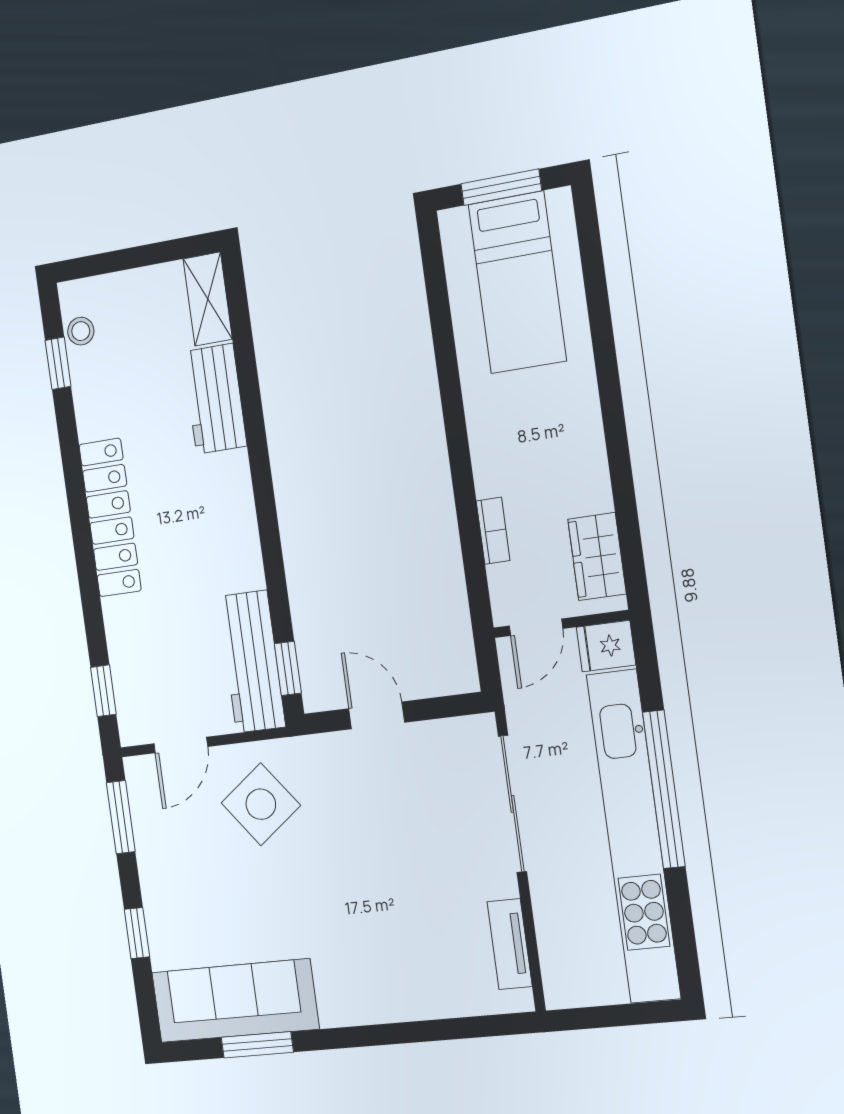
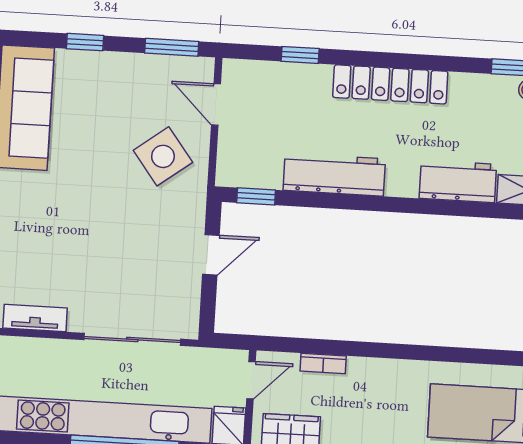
door: (536, 627) -> (251, 380), swing flipped
workbench: (252, 662) -> (334, 175), moved
window: (103, 691) -> (300, 55), moved

